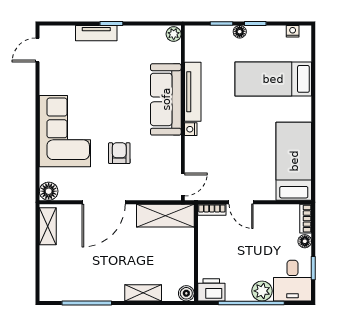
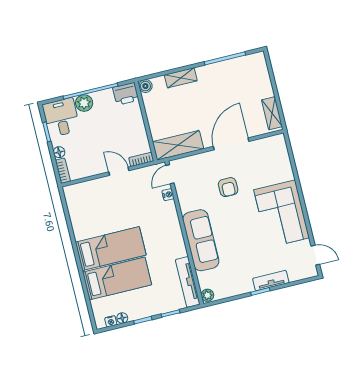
floor lamp: (240, 32) -> (122, 318), moved
door: (38, 50) -> (315, 255), hinge flipped
tv unit: (193, 92) -> (188, 282), moved
nightstand: (191, 129) -> (168, 195), moved
corner sofa: (65, 131) -> (282, 214), moved
bed: (294, 161) -> (111, 249), moved, turned -90
floor lamp: (49, 191) -> (278, 142), removed

